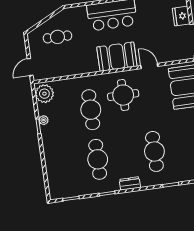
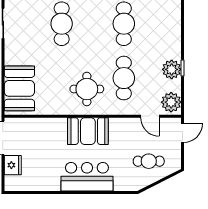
door: (149, 66) -> (150, 116), moved
plant: (44, 120) -> (172, 69), width x1.88, depth x1.88

